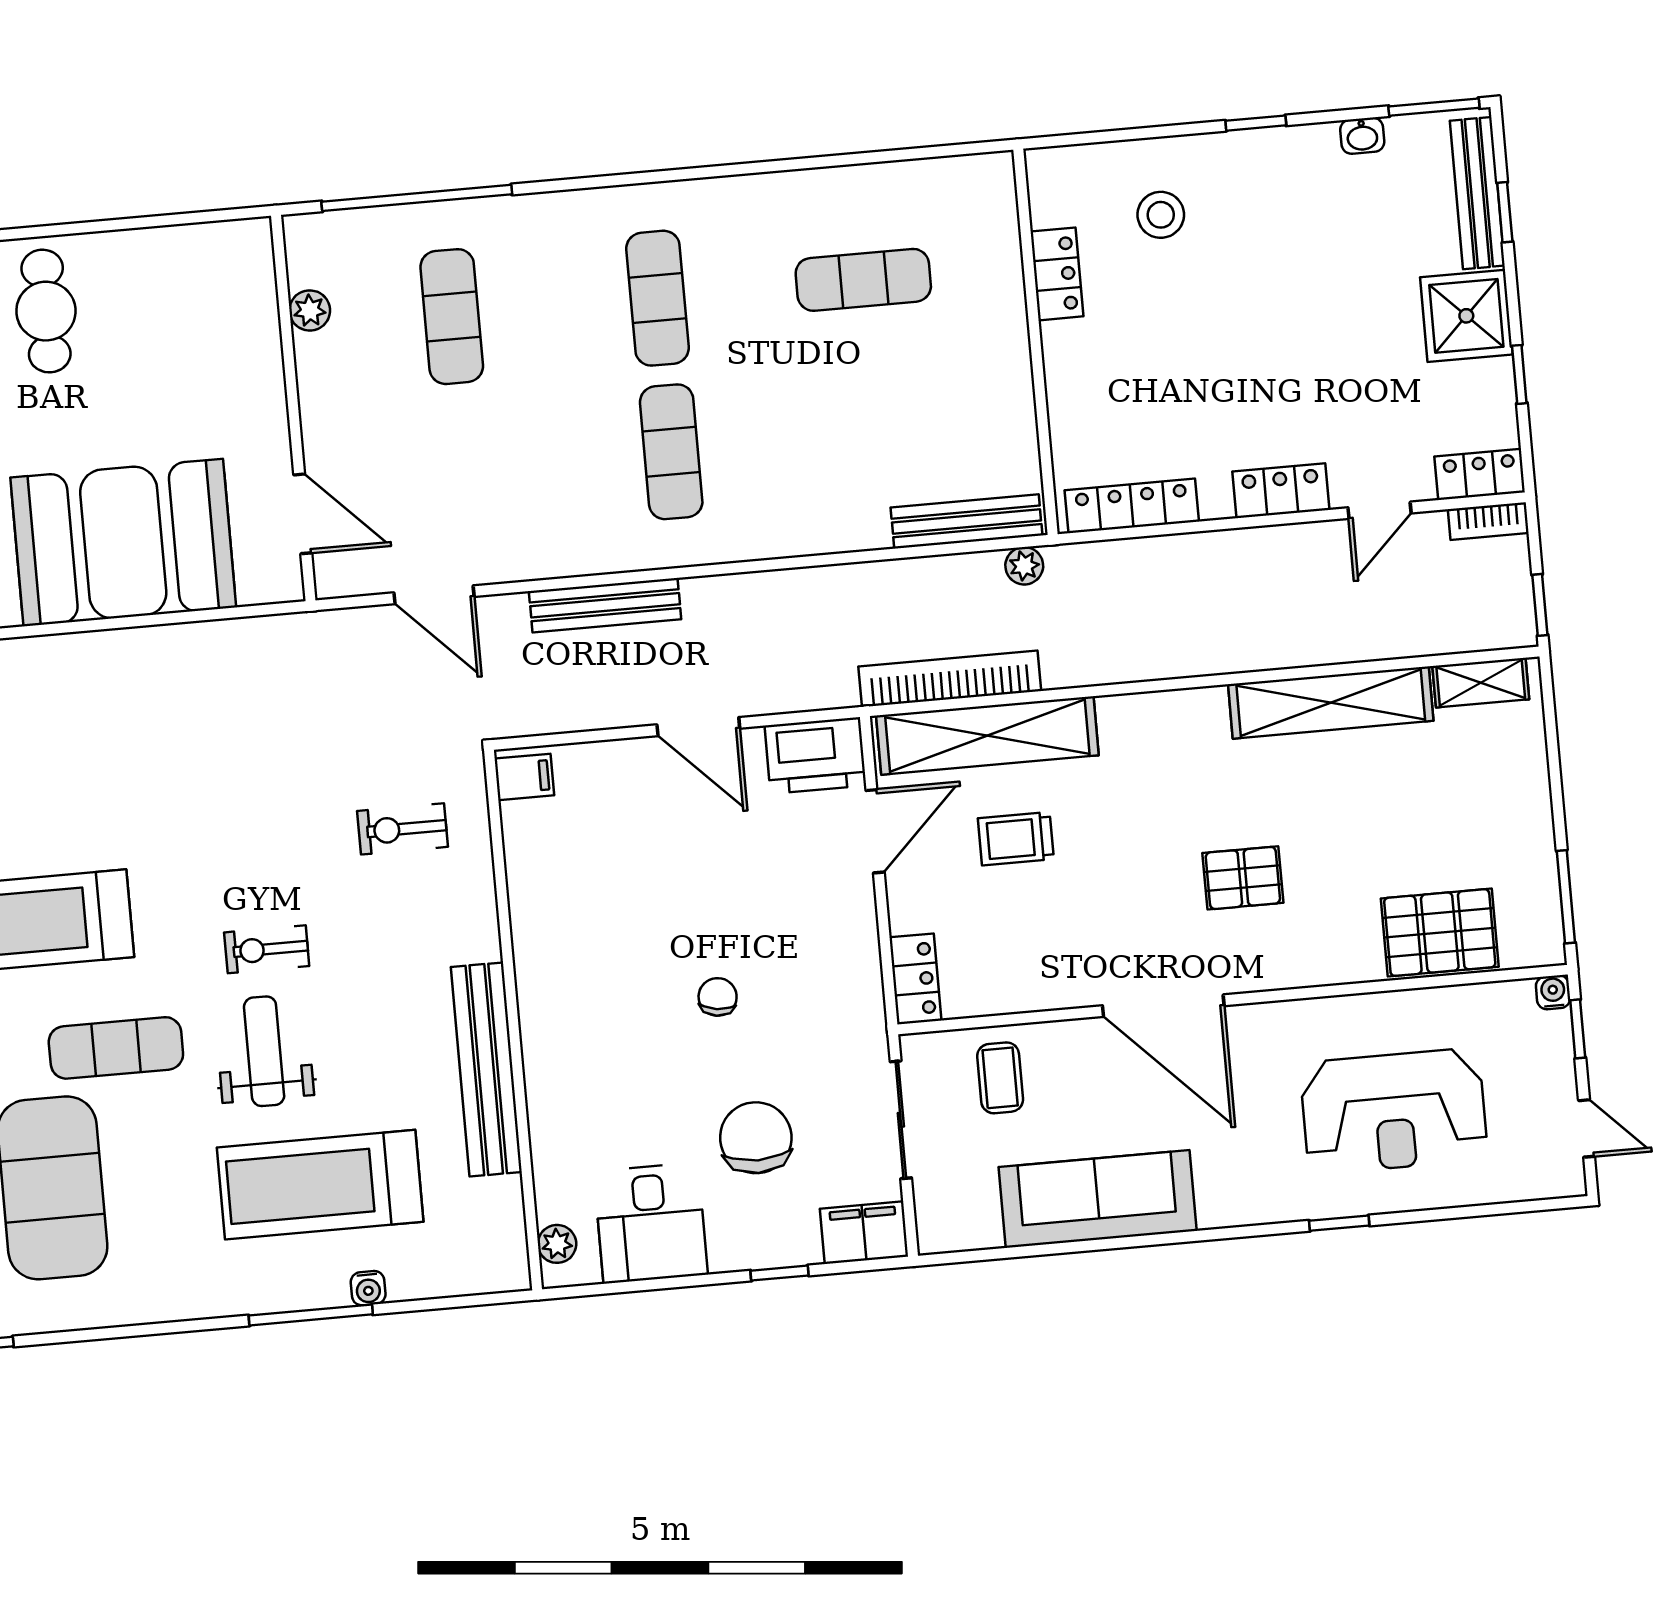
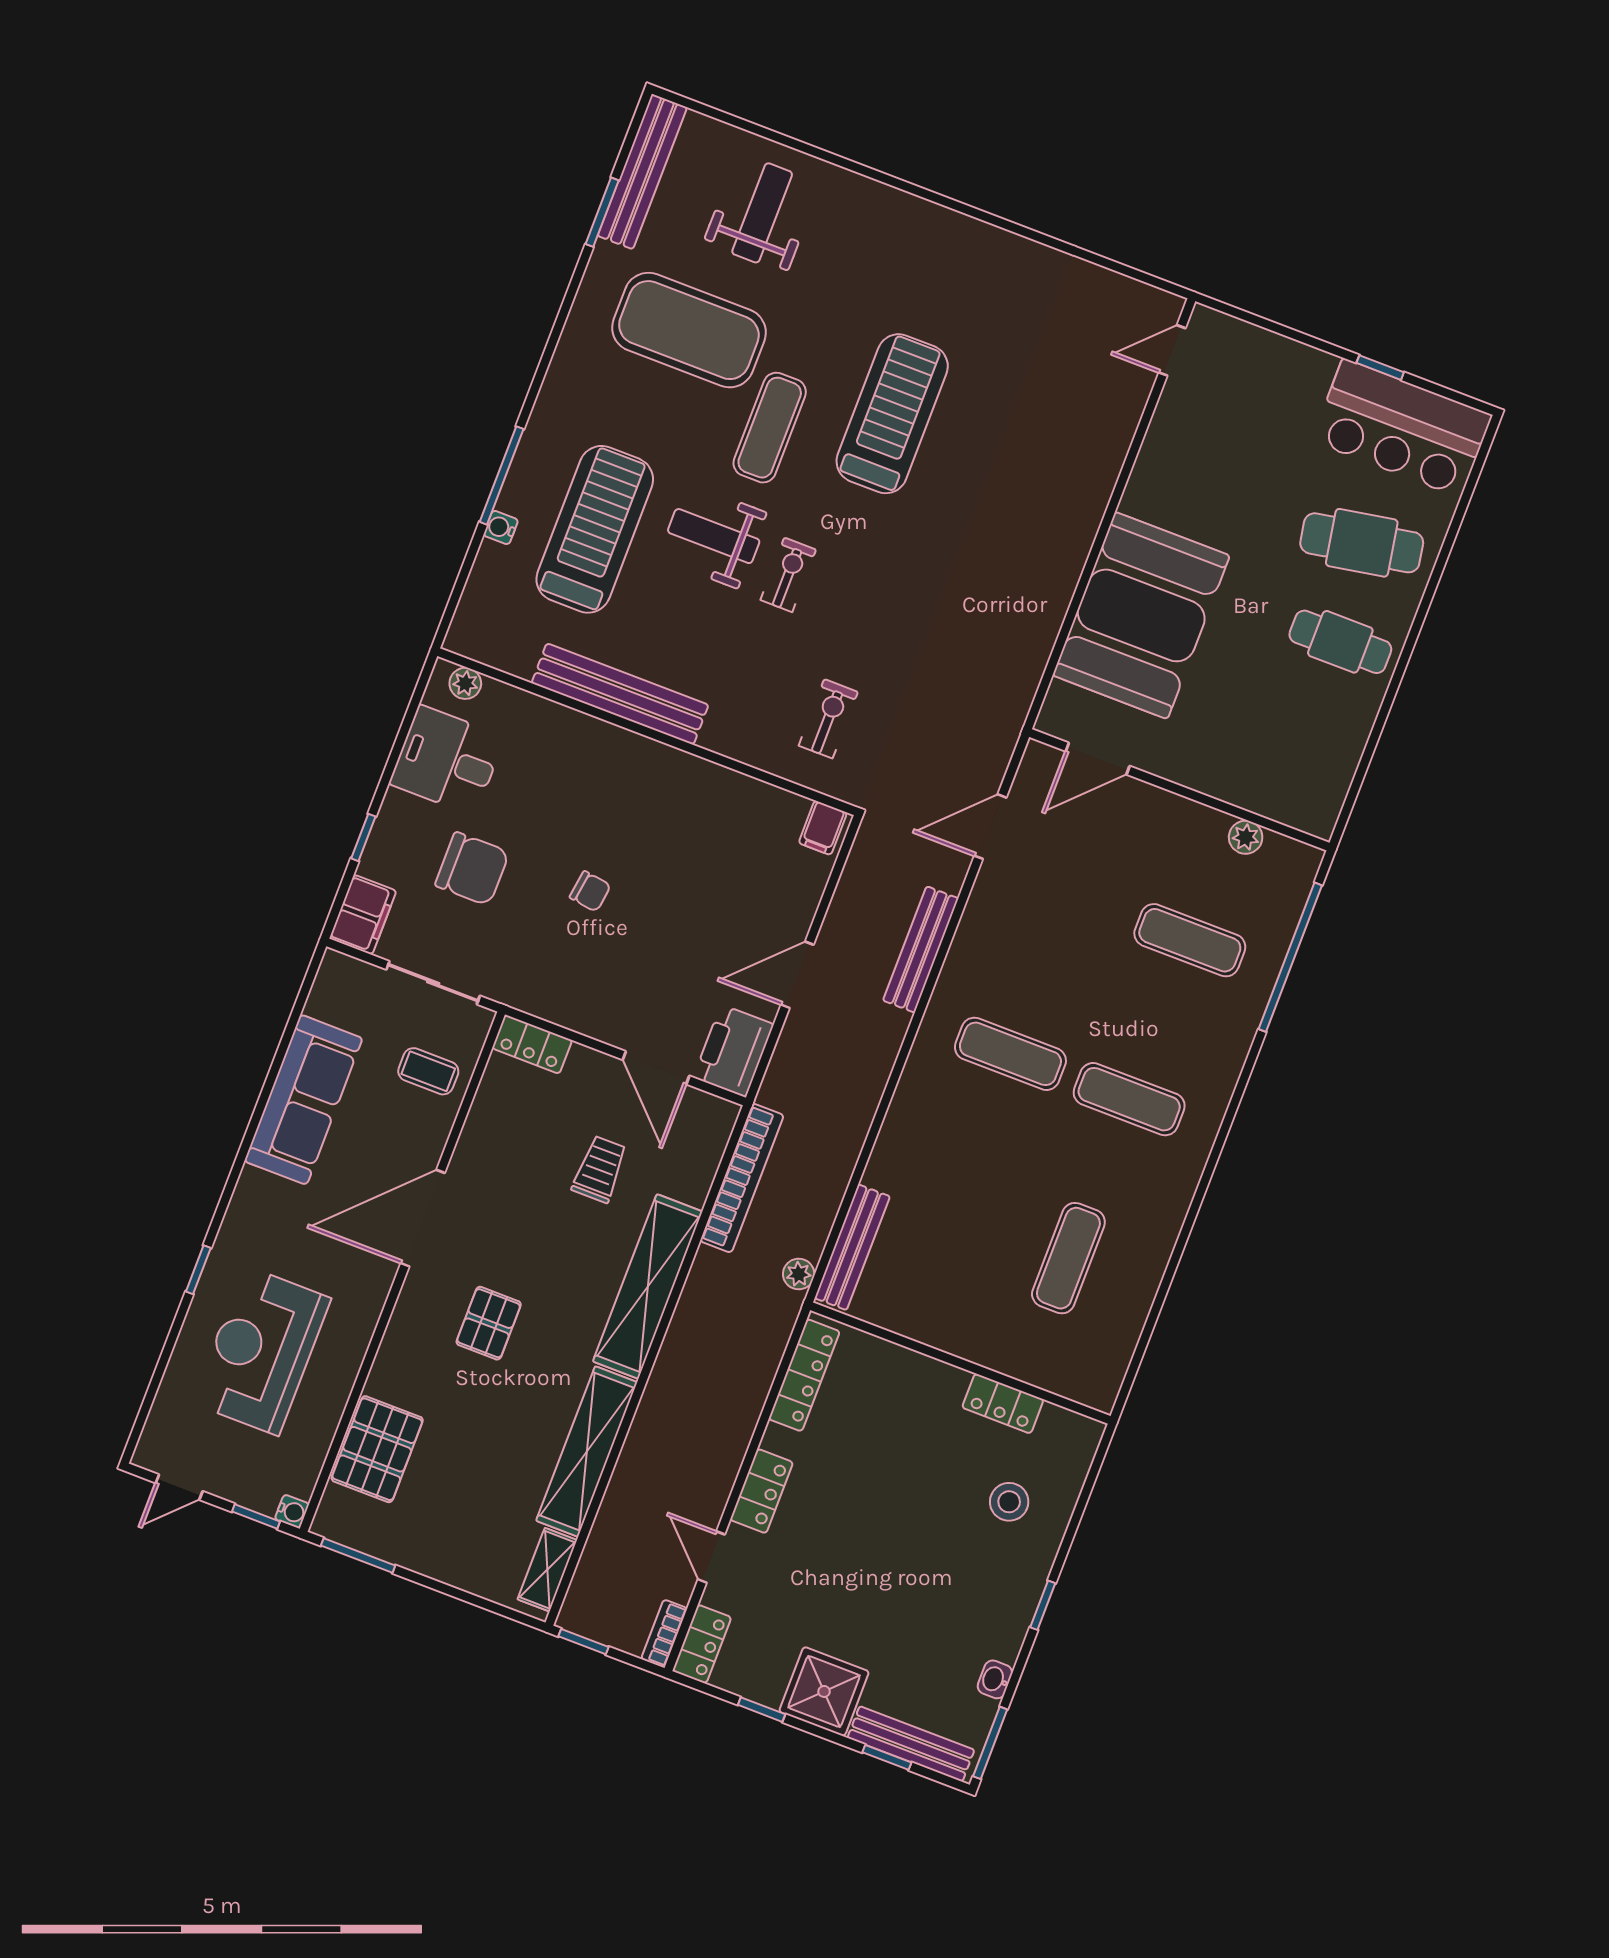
shelving: (987, 736) -> (648, 1286), moved
weight bench: (264, 1051) -> (714, 536), turned 180

